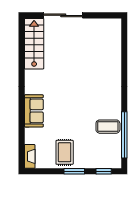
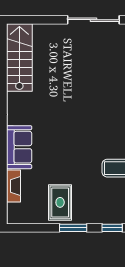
sliding door: (63, 15) -> (93, 20), moved
fireplace: (30, 156) -> (13, 186), moved

